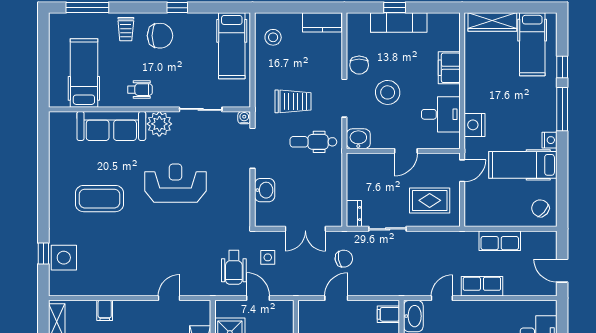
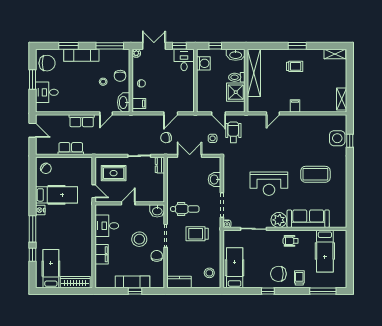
nightstand: (475, 125) -> (86, 219), removed
door: (462, 171) -> (94, 191), swing flipped
filing cabinet: (105, 310) -> (295, 106), moved

